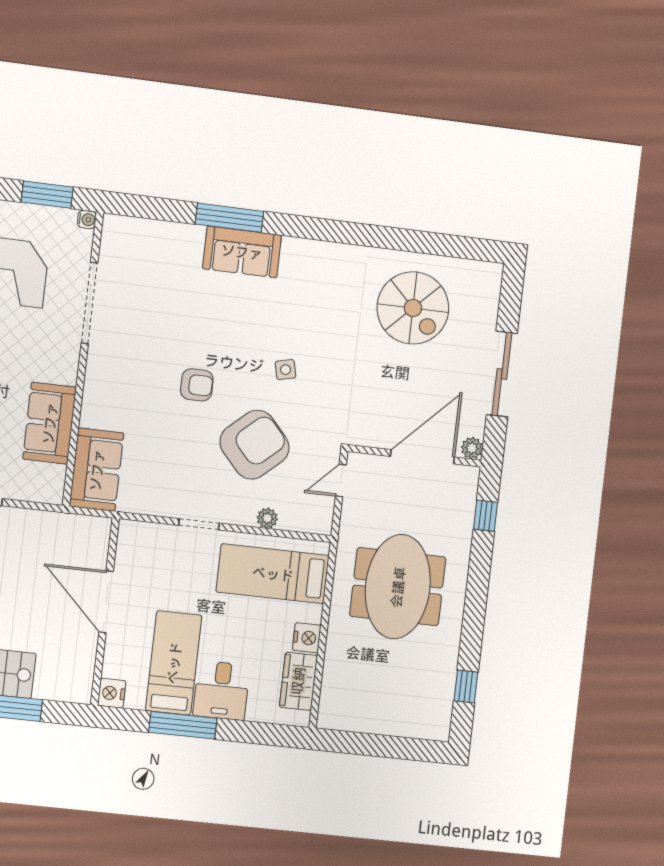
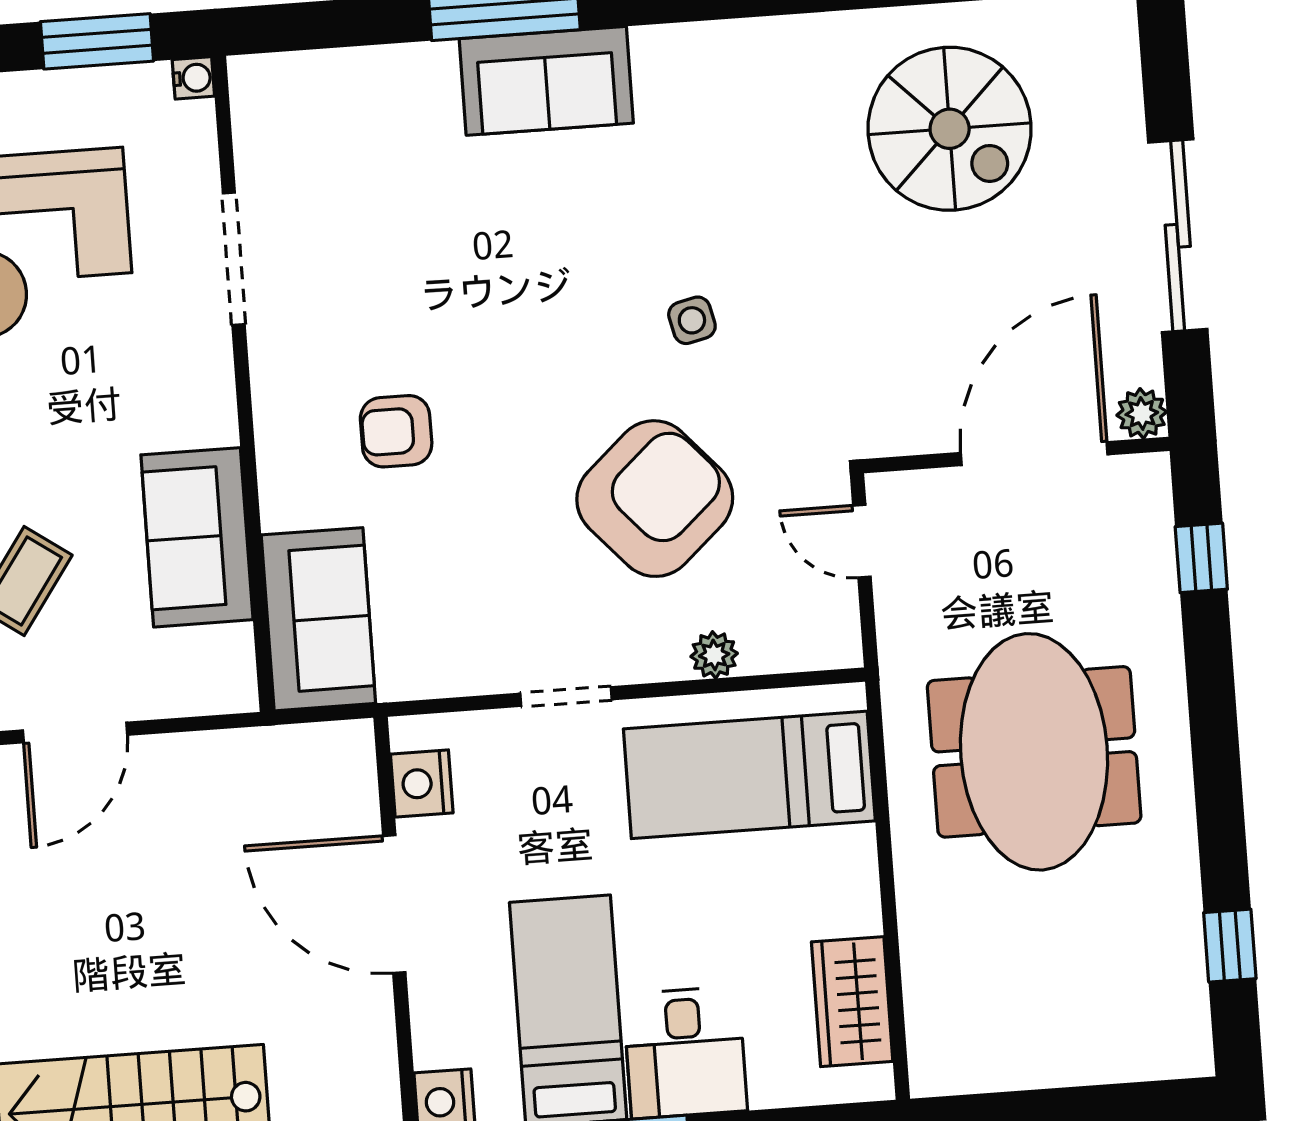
doorway: (89, 303) -> (234, 259), width x0.73
armchair: (197, 385) -> (396, 431), moved, turned 180
door: (341, 481) -> (862, 541), hinge flipped
nightstand: (307, 638) -> (422, 783), moved, turned 180

